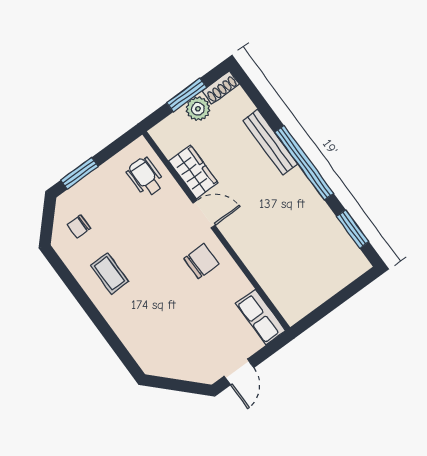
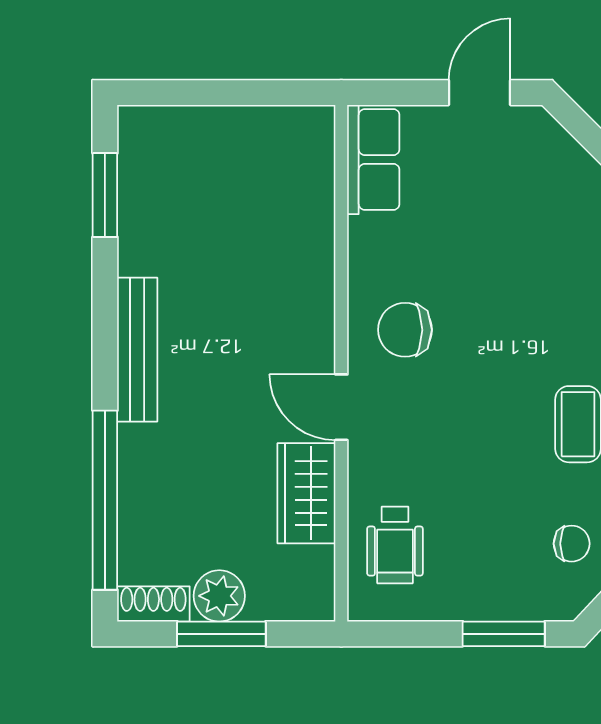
bench: (270, 142) -> (137, 350), moved
window: (304, 163) -> (105, 500), moved

